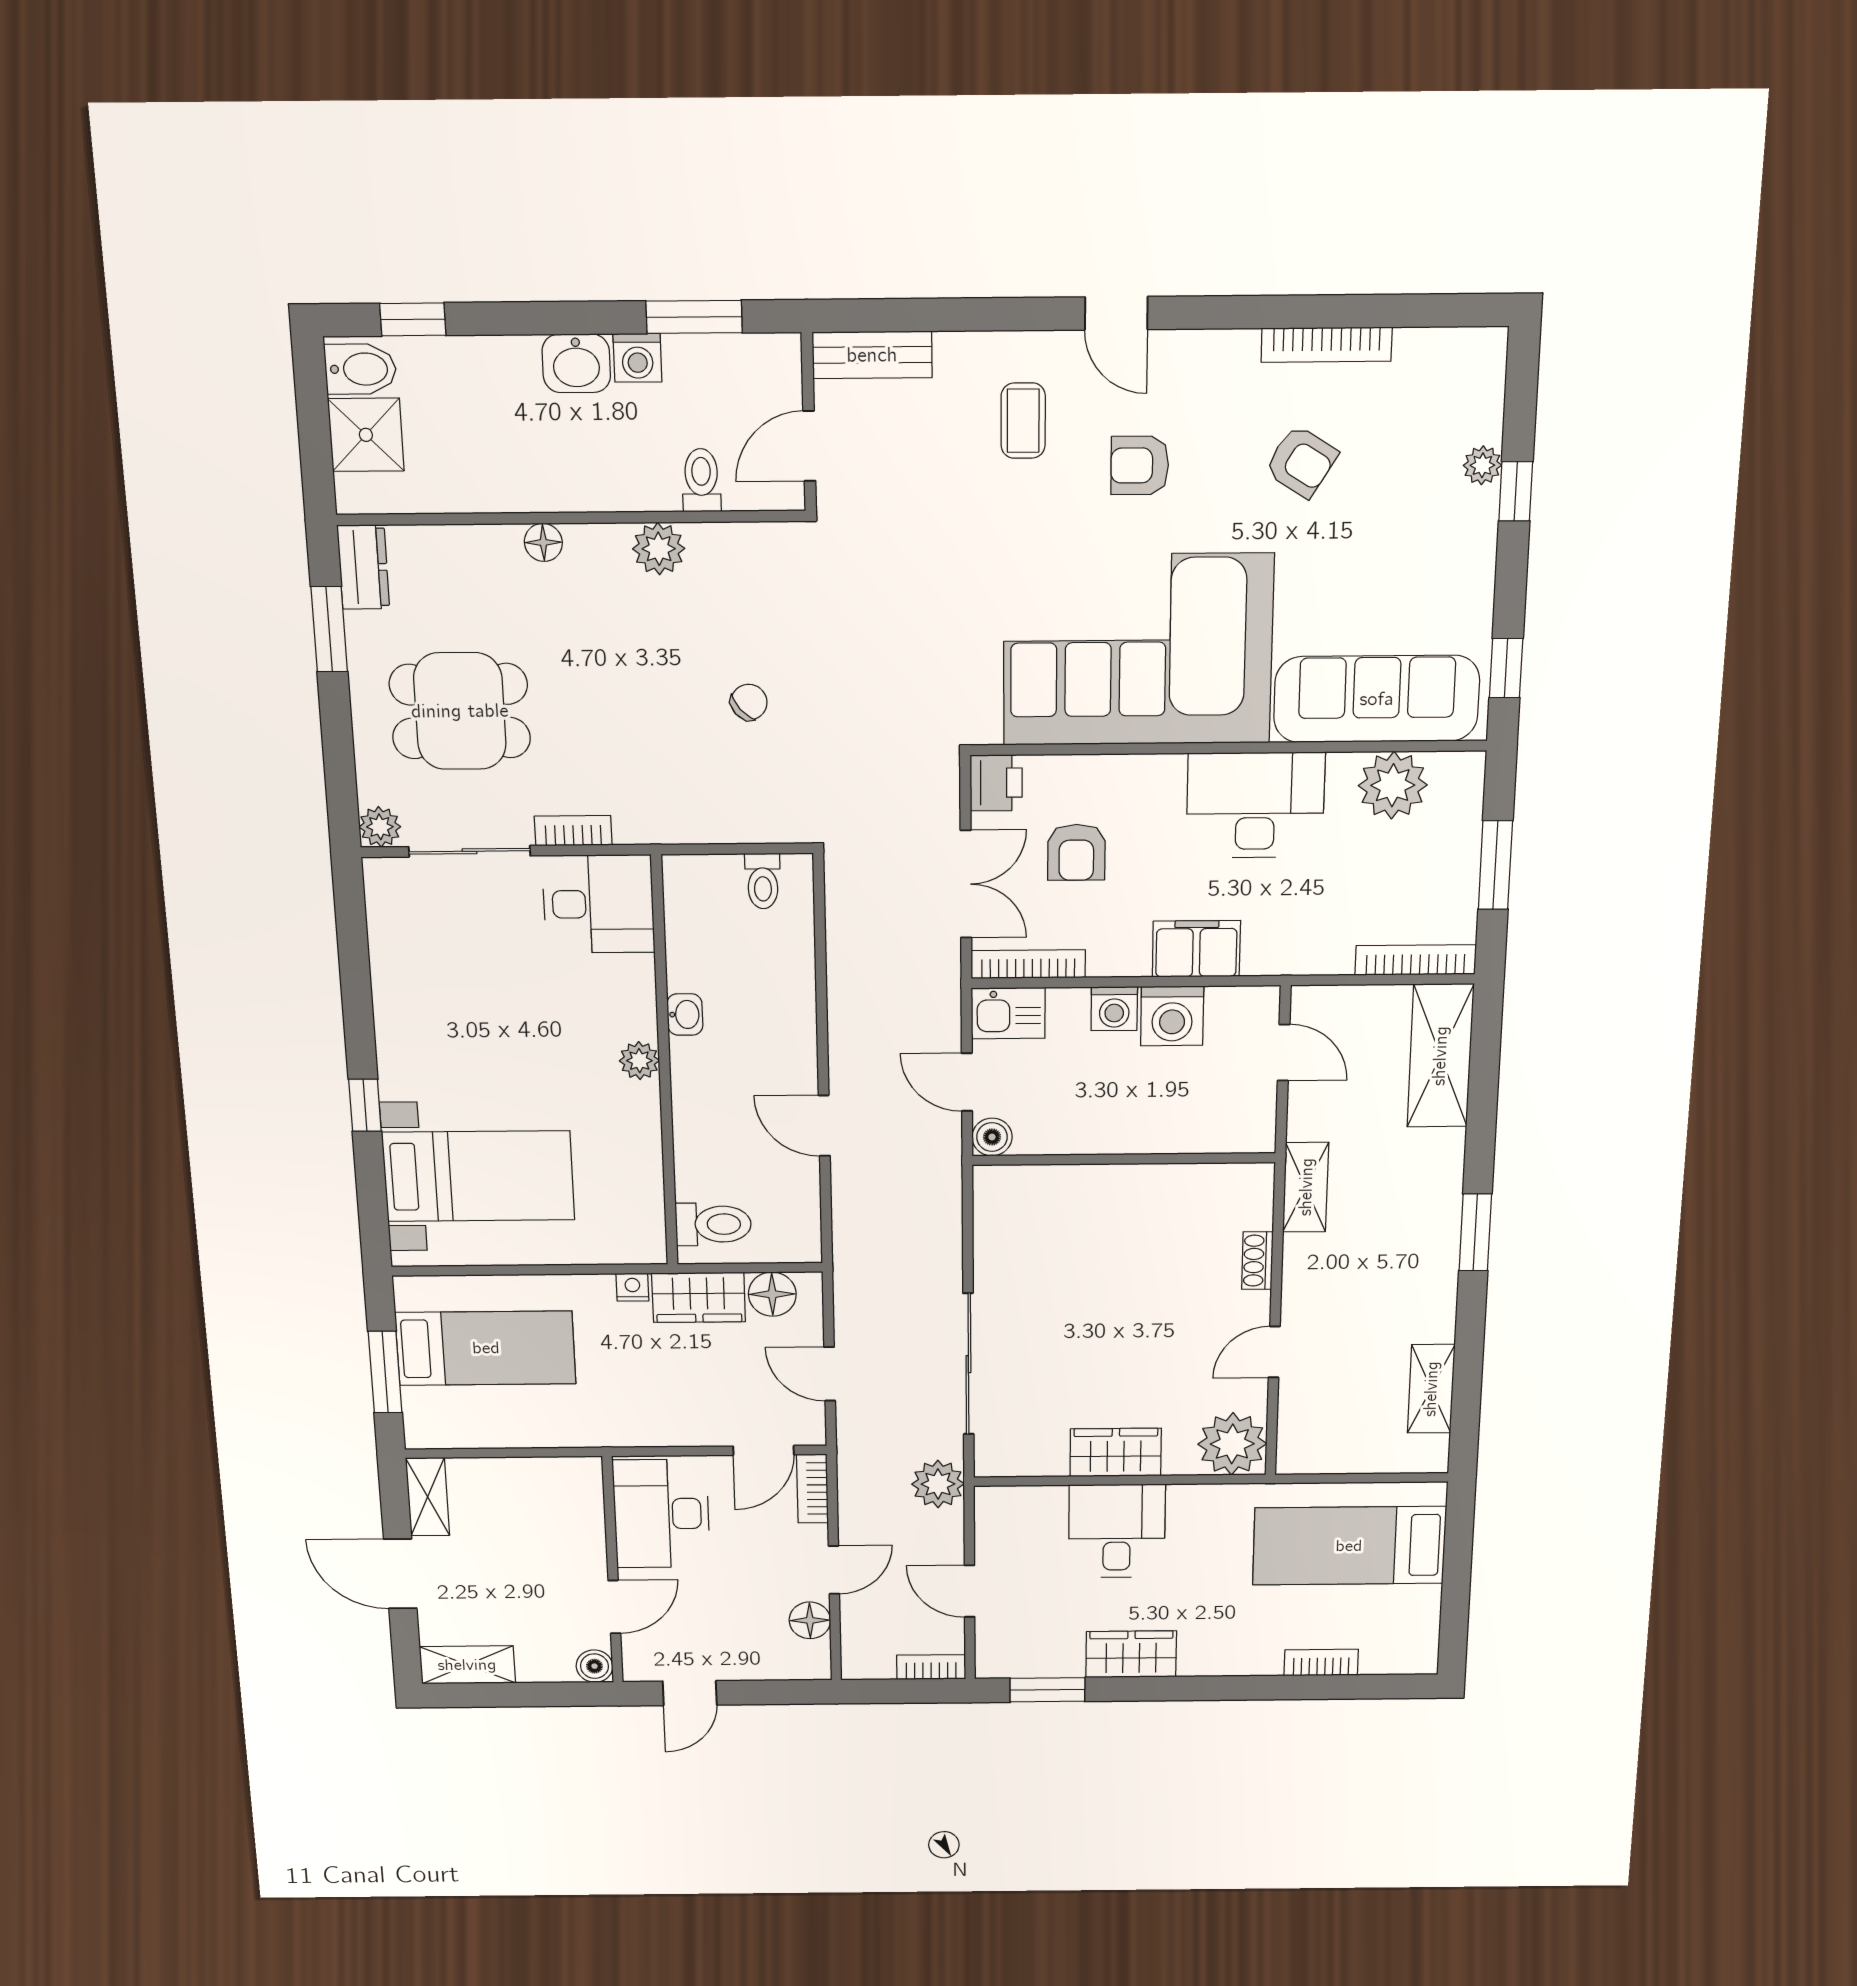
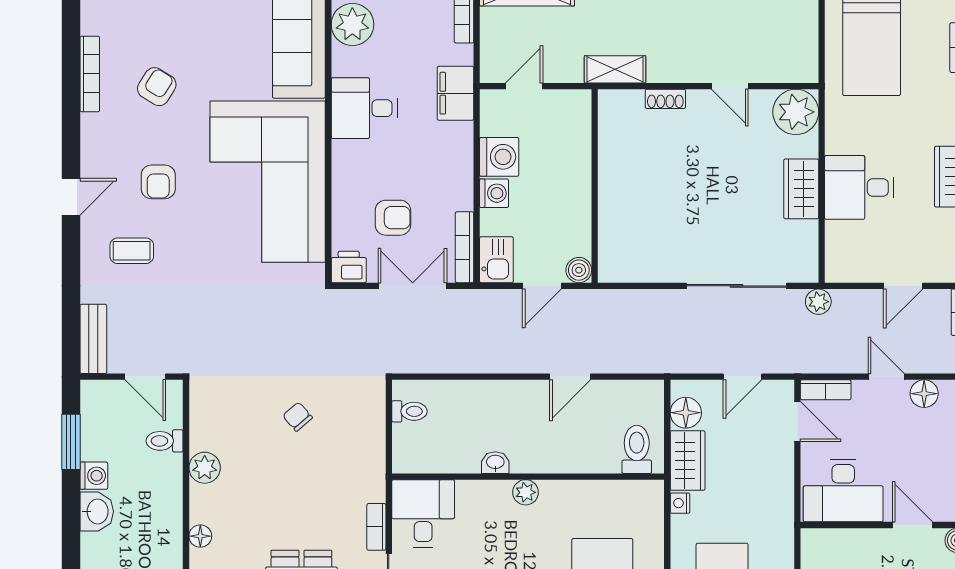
desk: (1255, 805) -> (364, 108), width x0.73
filing cabinet: (1196, 949) -> (455, 93), moved
plant: (938, 1484) -> (818, 302), width x0.73, depth x0.73

